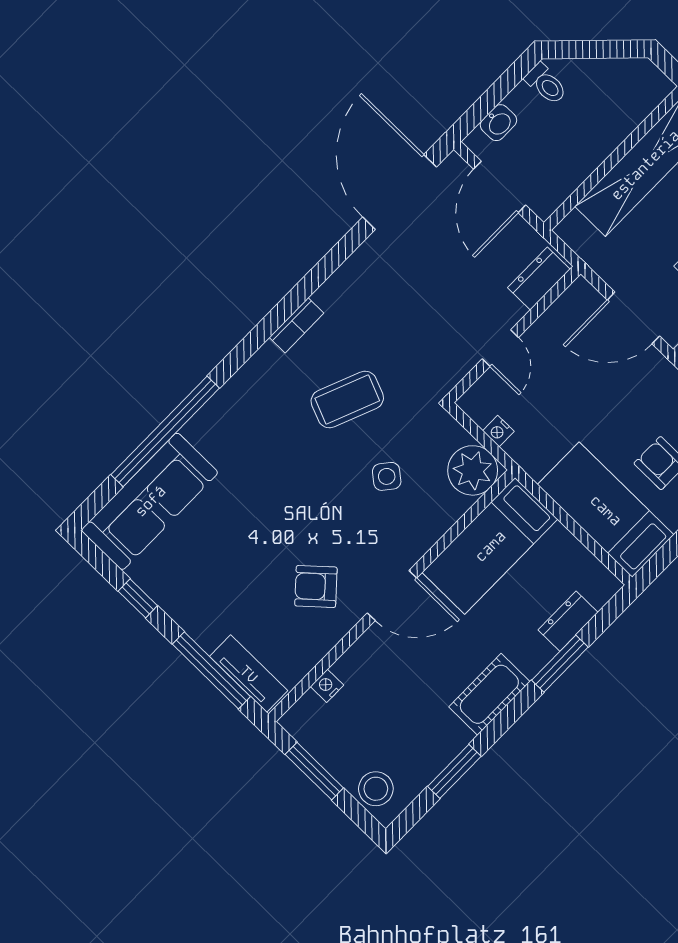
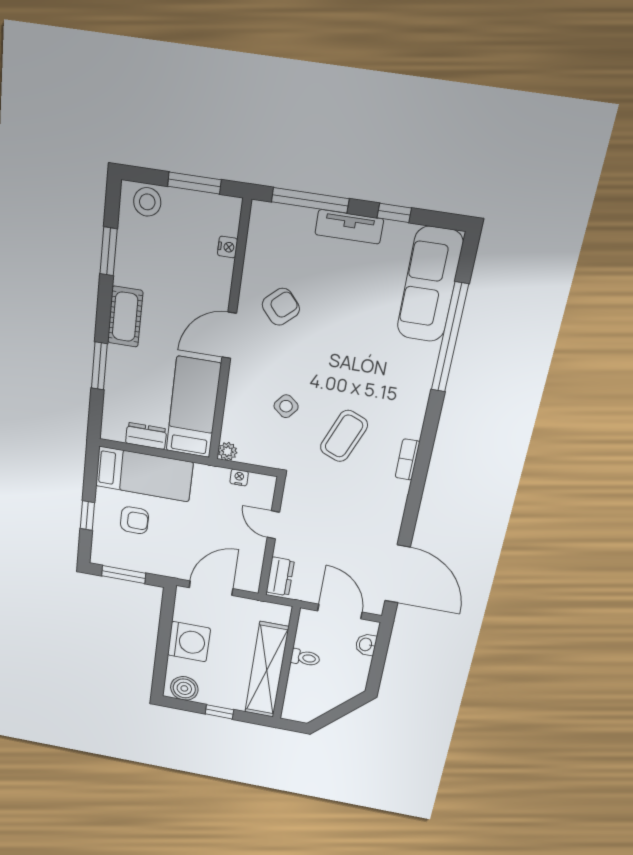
toilet: (546, 84) -> (305, 658), moved, turned 180
plant: (473, 470) -> (227, 451), width x0.53, depth x0.53
dresser: (568, 621) -> (146, 436), moved, turned -90
tv unit: (249, 674) -> (349, 227), moved

